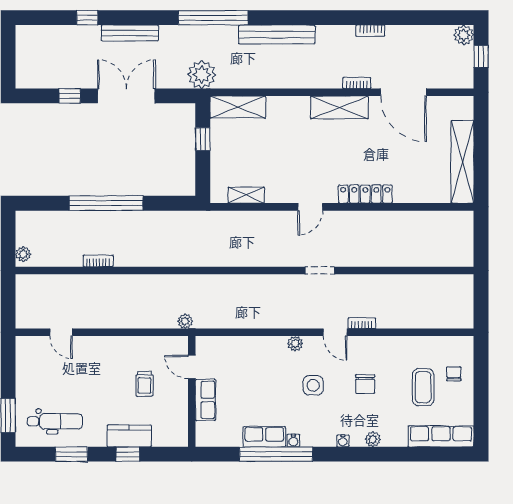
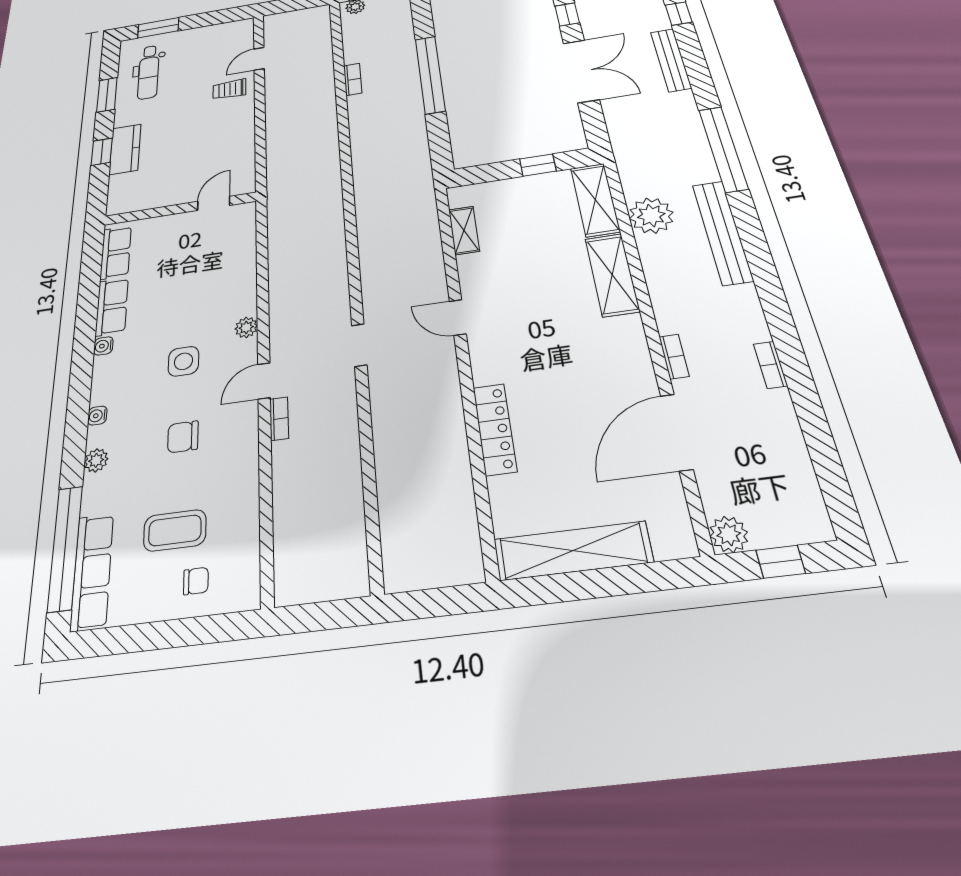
plant: (464, 35) -> (729, 534), moved
plant: (202, 75) -> (651, 216), moved
shelving: (339, 107) -> (612, 275), moved
locker: (365, 194) -> (495, 429), moved
plant: (185, 321) -> (276, 186), removed
trolley: (145, 384) -> (229, 89), moved
row of seats: (205, 400) -> (116, 252), moved, turned -90
window: (276, 454) -> (65, 548), moved

